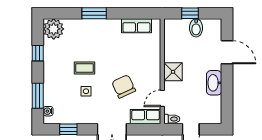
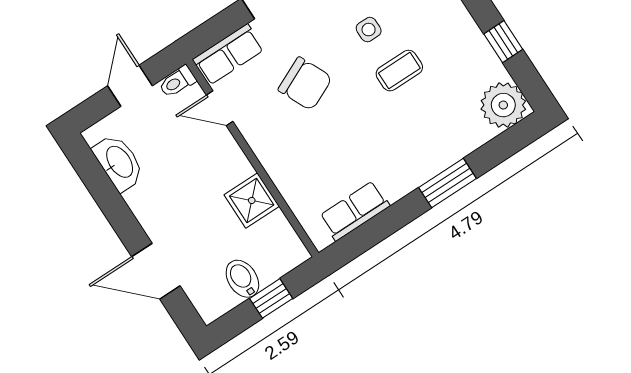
shower: (173, 72) -> (252, 200), moved
washbasin: (214, 83) -> (119, 162), moved
door: (162, 98) -> (220, 108), swing flipped

